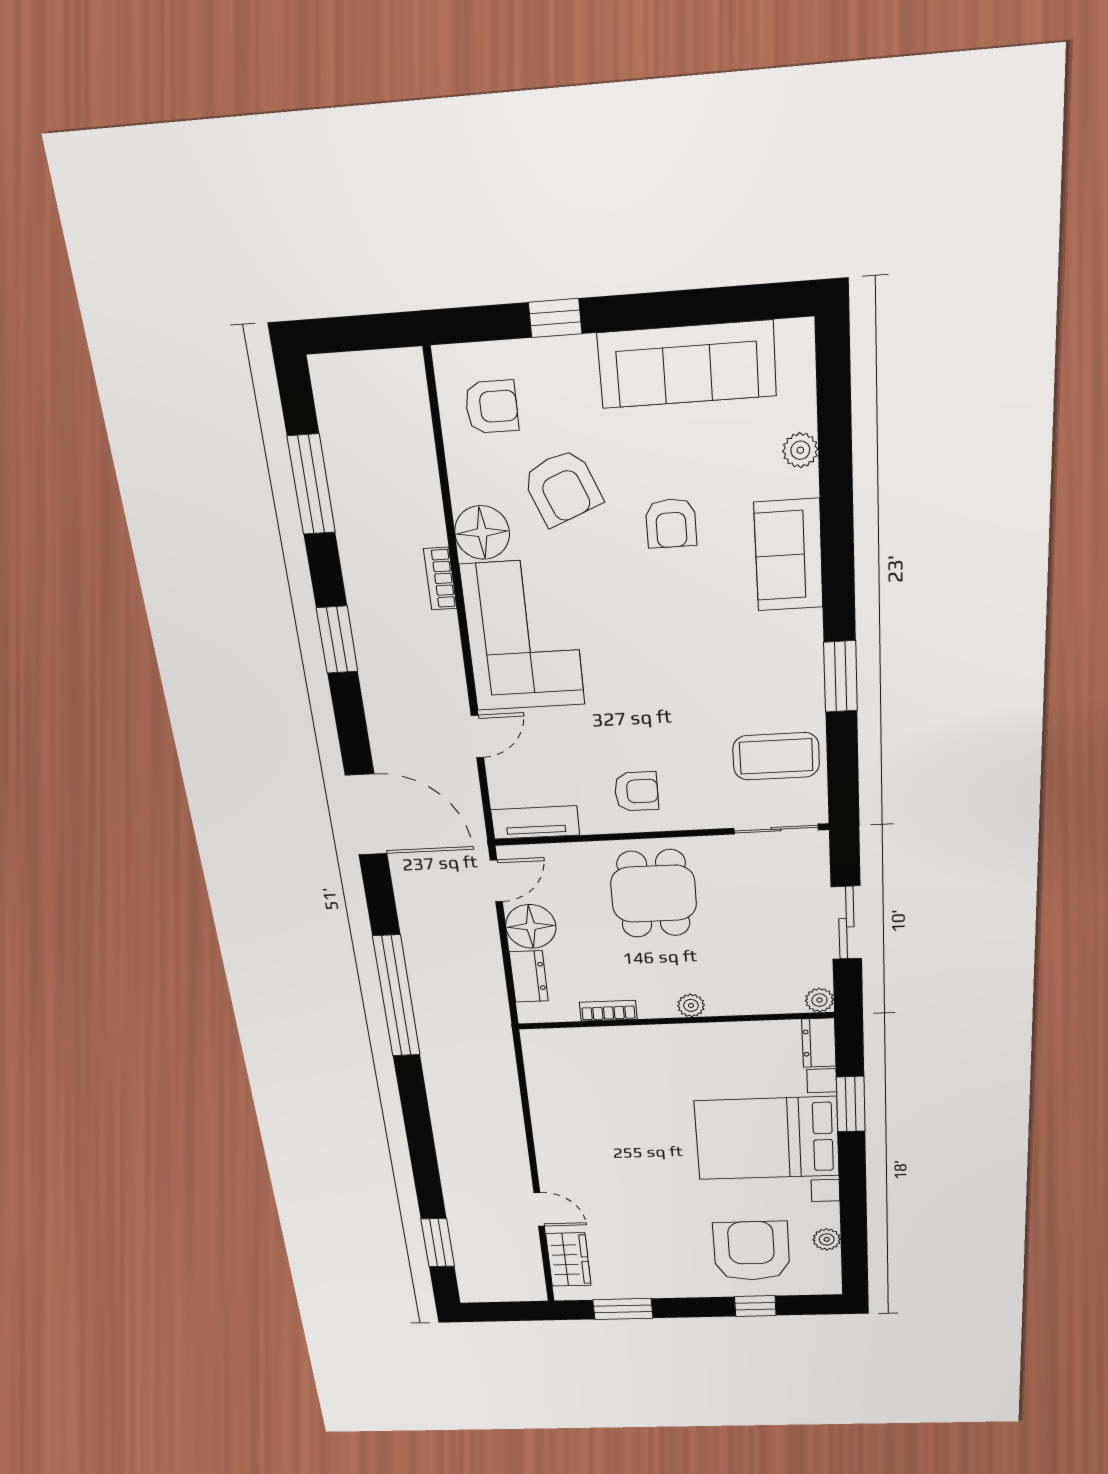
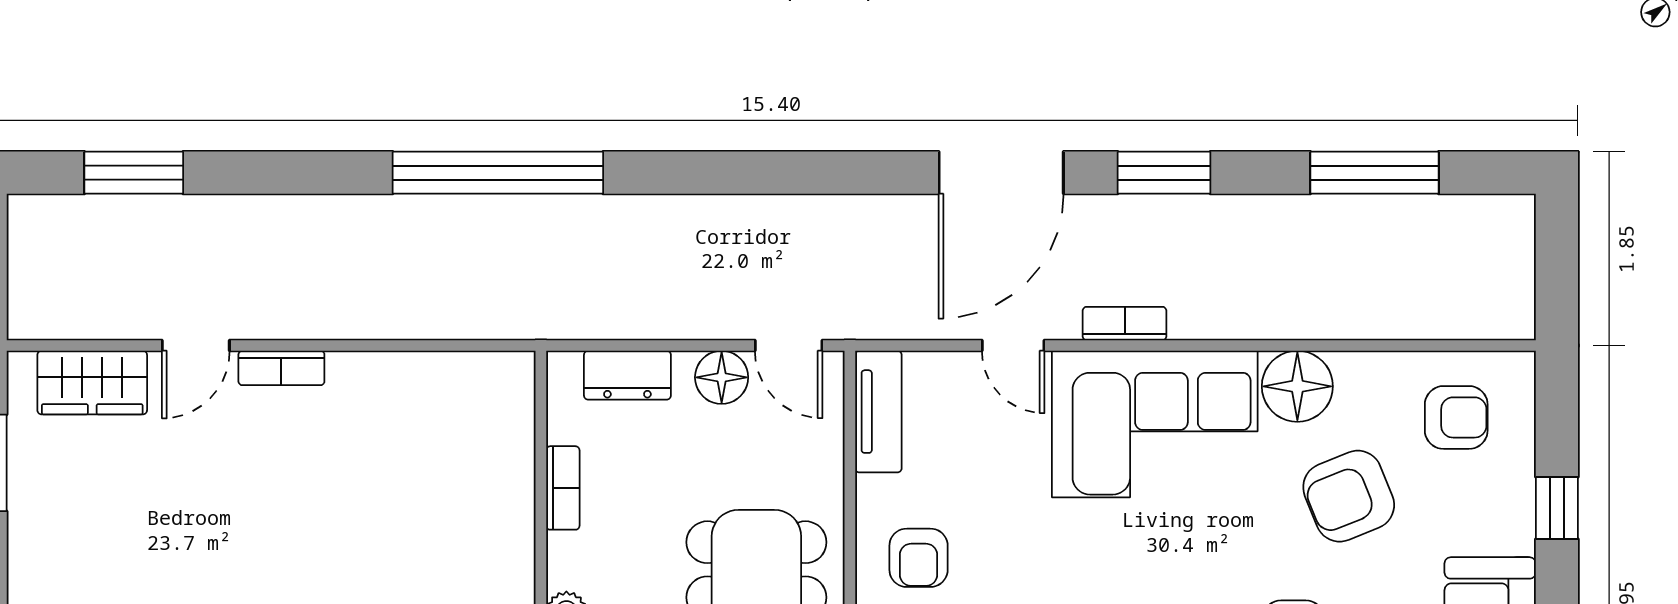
armchair: (492, 407) -> (1456, 417), turned -90
bookcase: (440, 579) -> (1125, 324), moved
door: (366, 815) -> (1001, 173), moved
floor lamp: (531, 926) -> (722, 377), width x0.73, depth x0.73
window: (397, 996) -> (498, 173), moved
bookcase: (548, 1166) -> (281, 368), added

